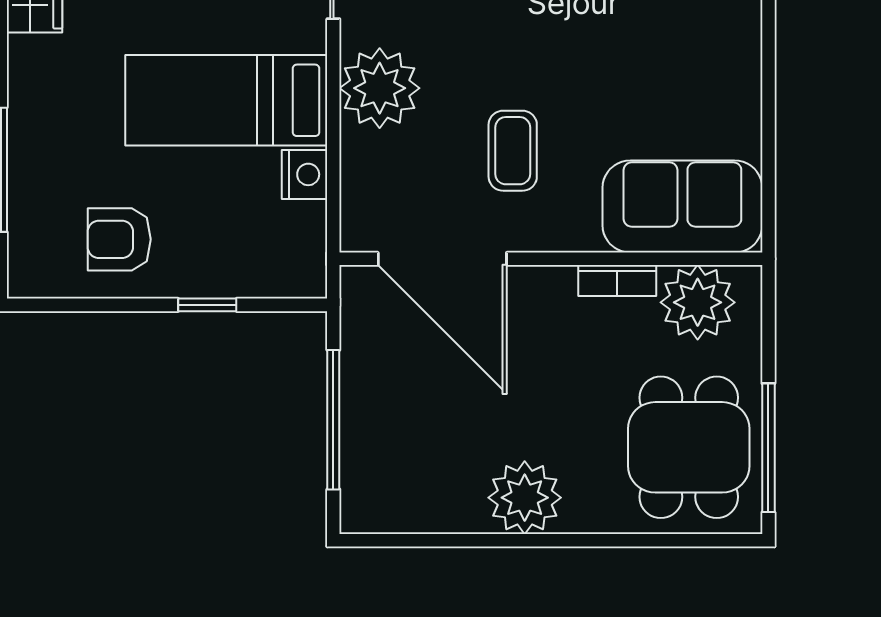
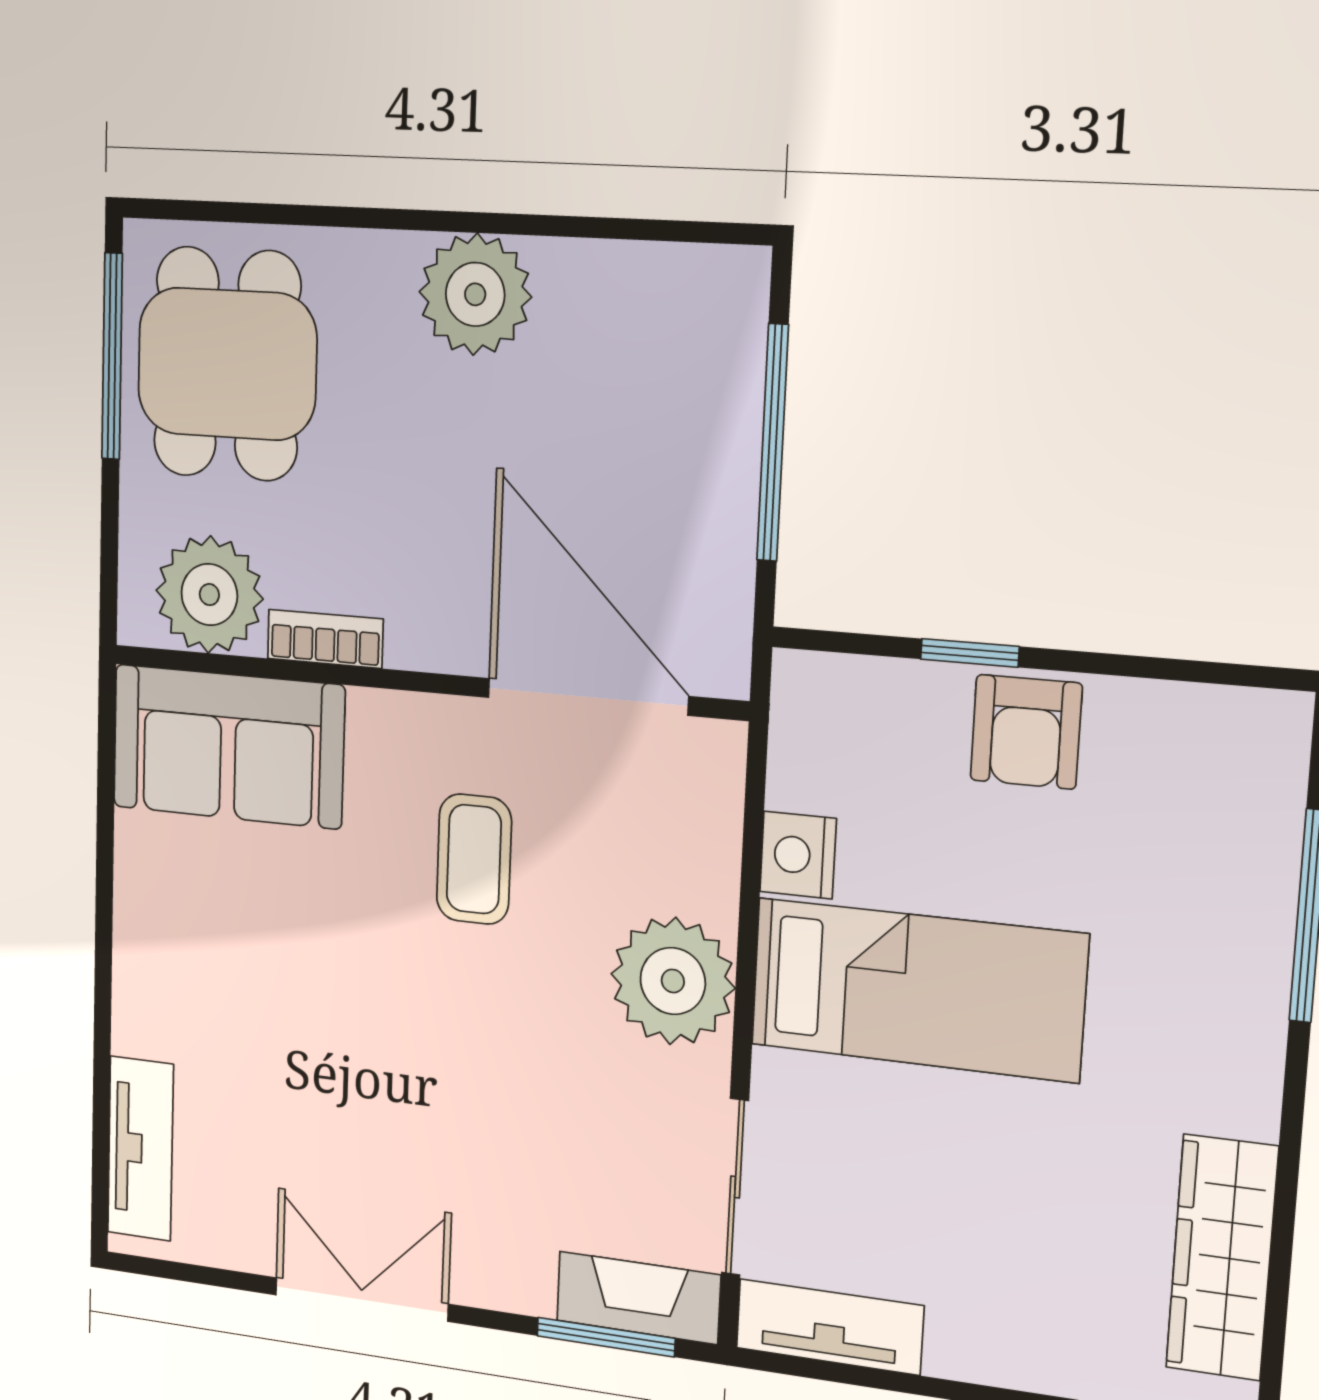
armchair: (119, 239) -> (1026, 732), moved, turned 90

